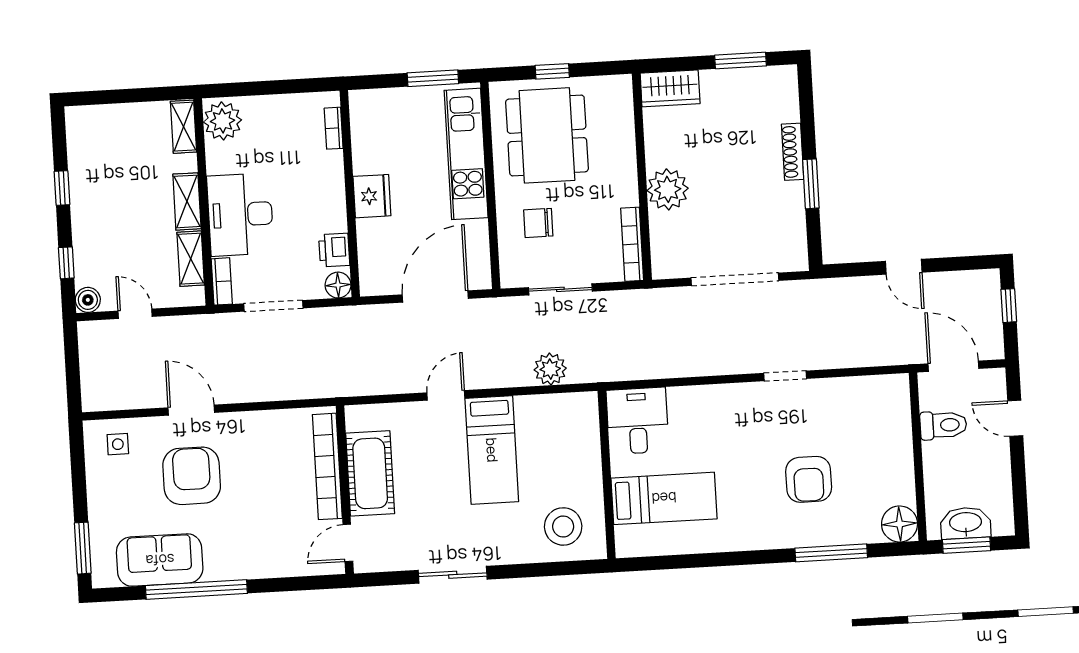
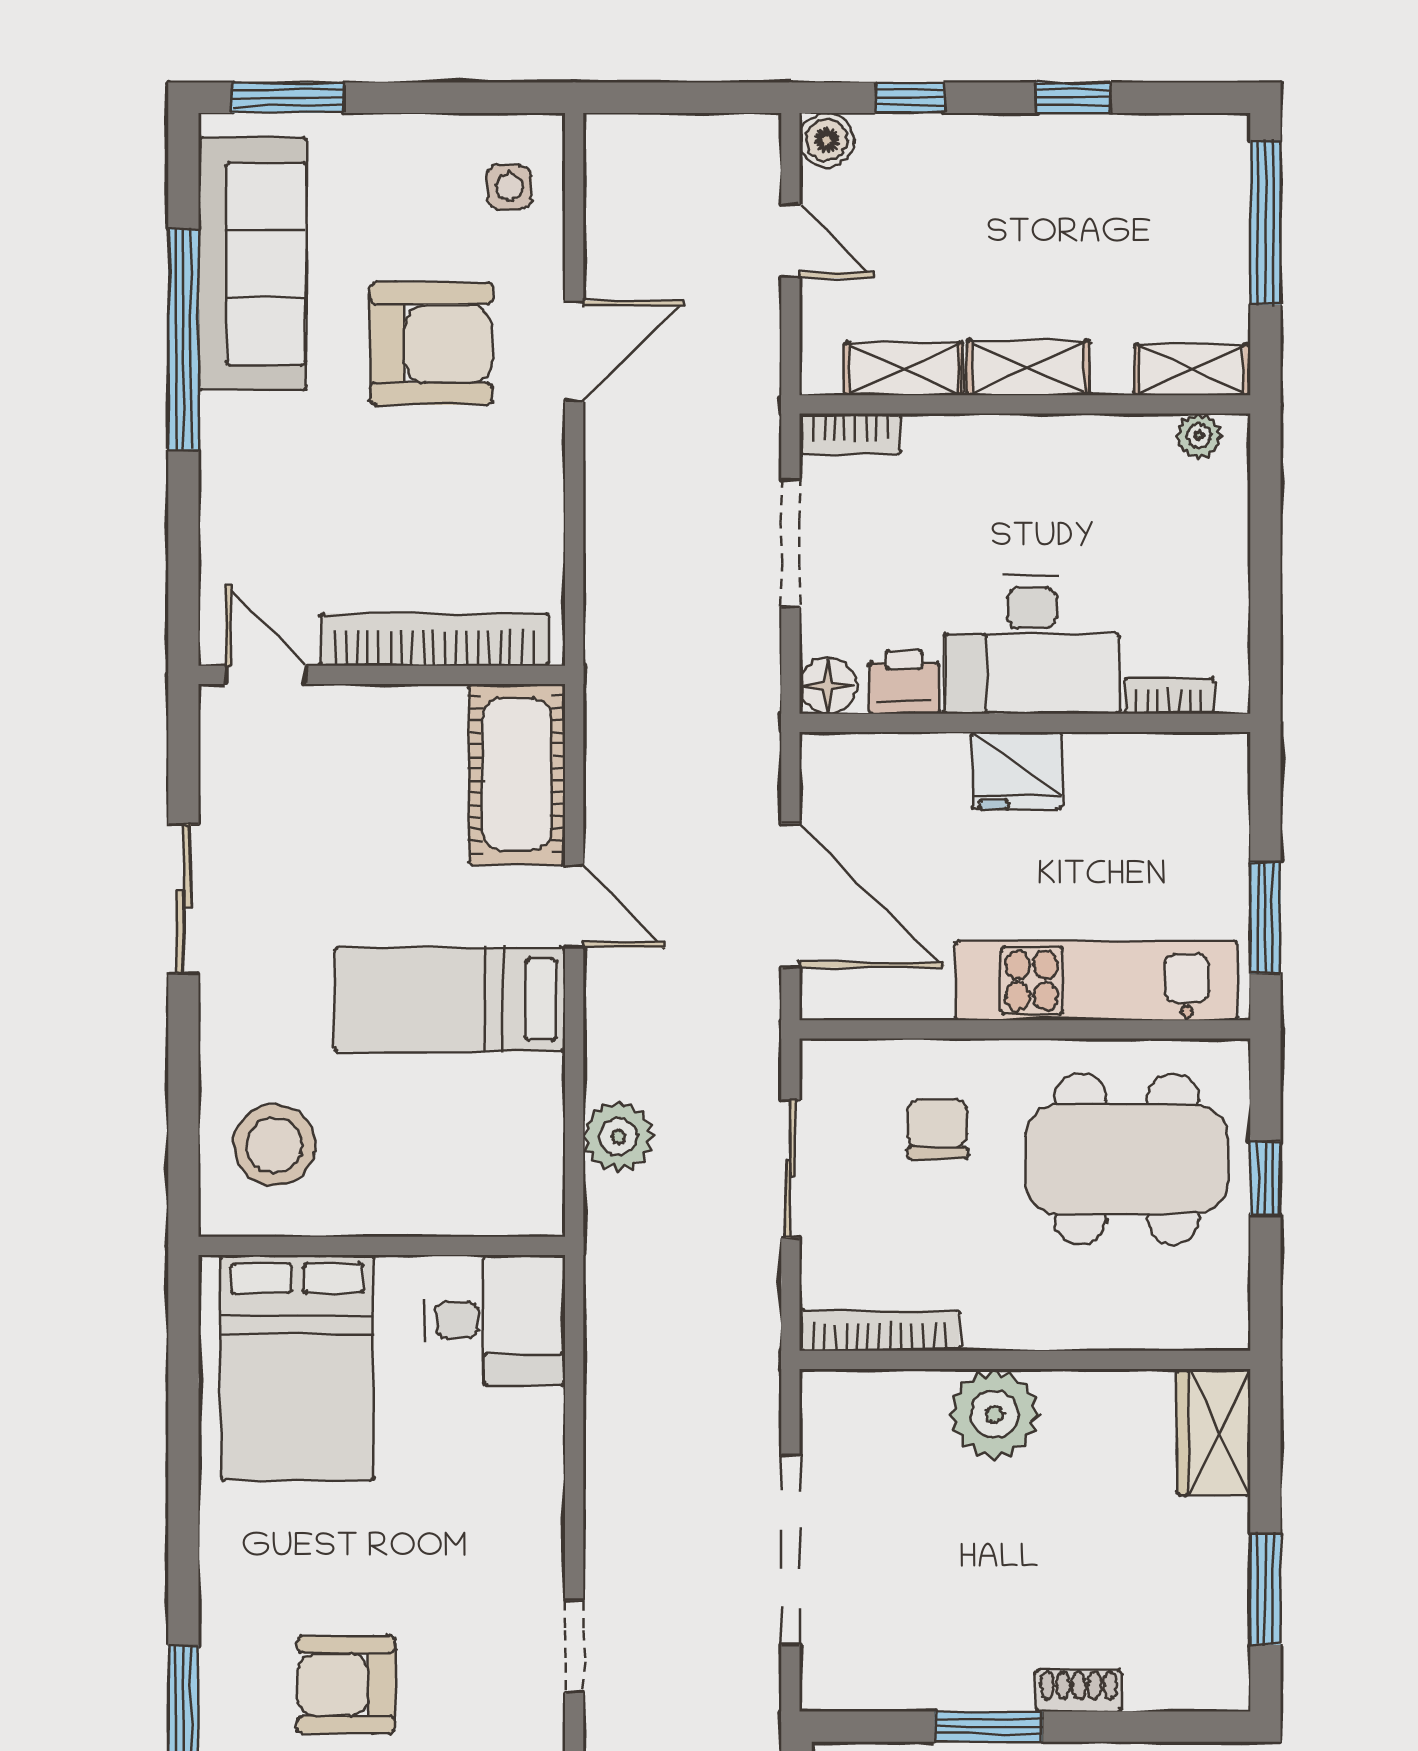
window: (114, 97) -> (1265, 223), added
plant: (223, 121) -> (1199, 436), width x0.53, depth x0.53
shoe rack: (793, 152) -> (1079, 1691), width x0.70
desk: (240, 215) -> (1032, 645), moved, turned 180
door: (135, 314) -> (790, 241), hinge flipped
cot: (370, 473) -> (517, 774), moved, turned 90
bed: (664, 498) -> (297, 1368), width x1.50
sofa: (160, 560) -> (252, 264), width x1.36

